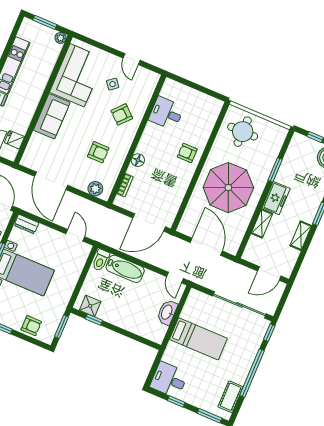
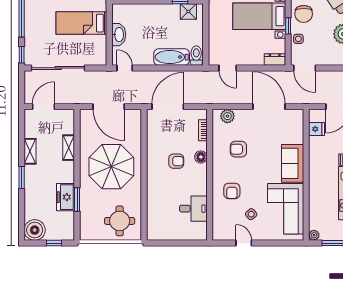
armchair: (122, 114) -> (232, 191), turned 138
armchair: (187, 153) -> (176, 161), moved
freezer: (276, 198) -> (66, 197), moved

